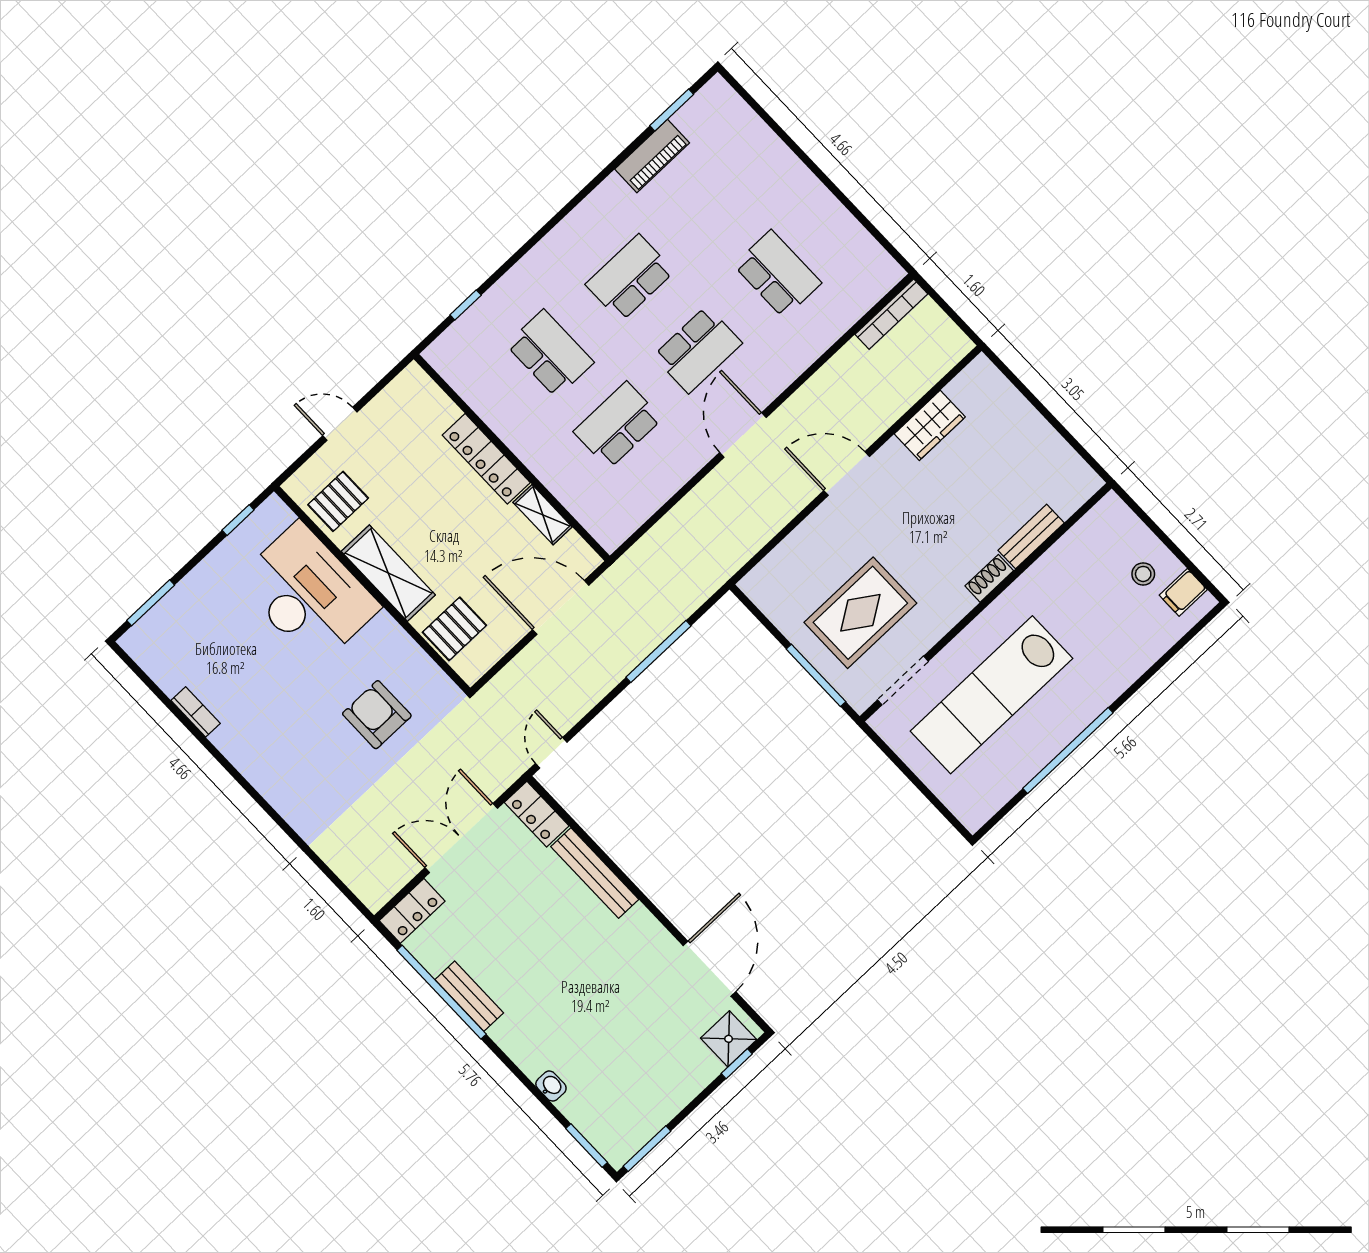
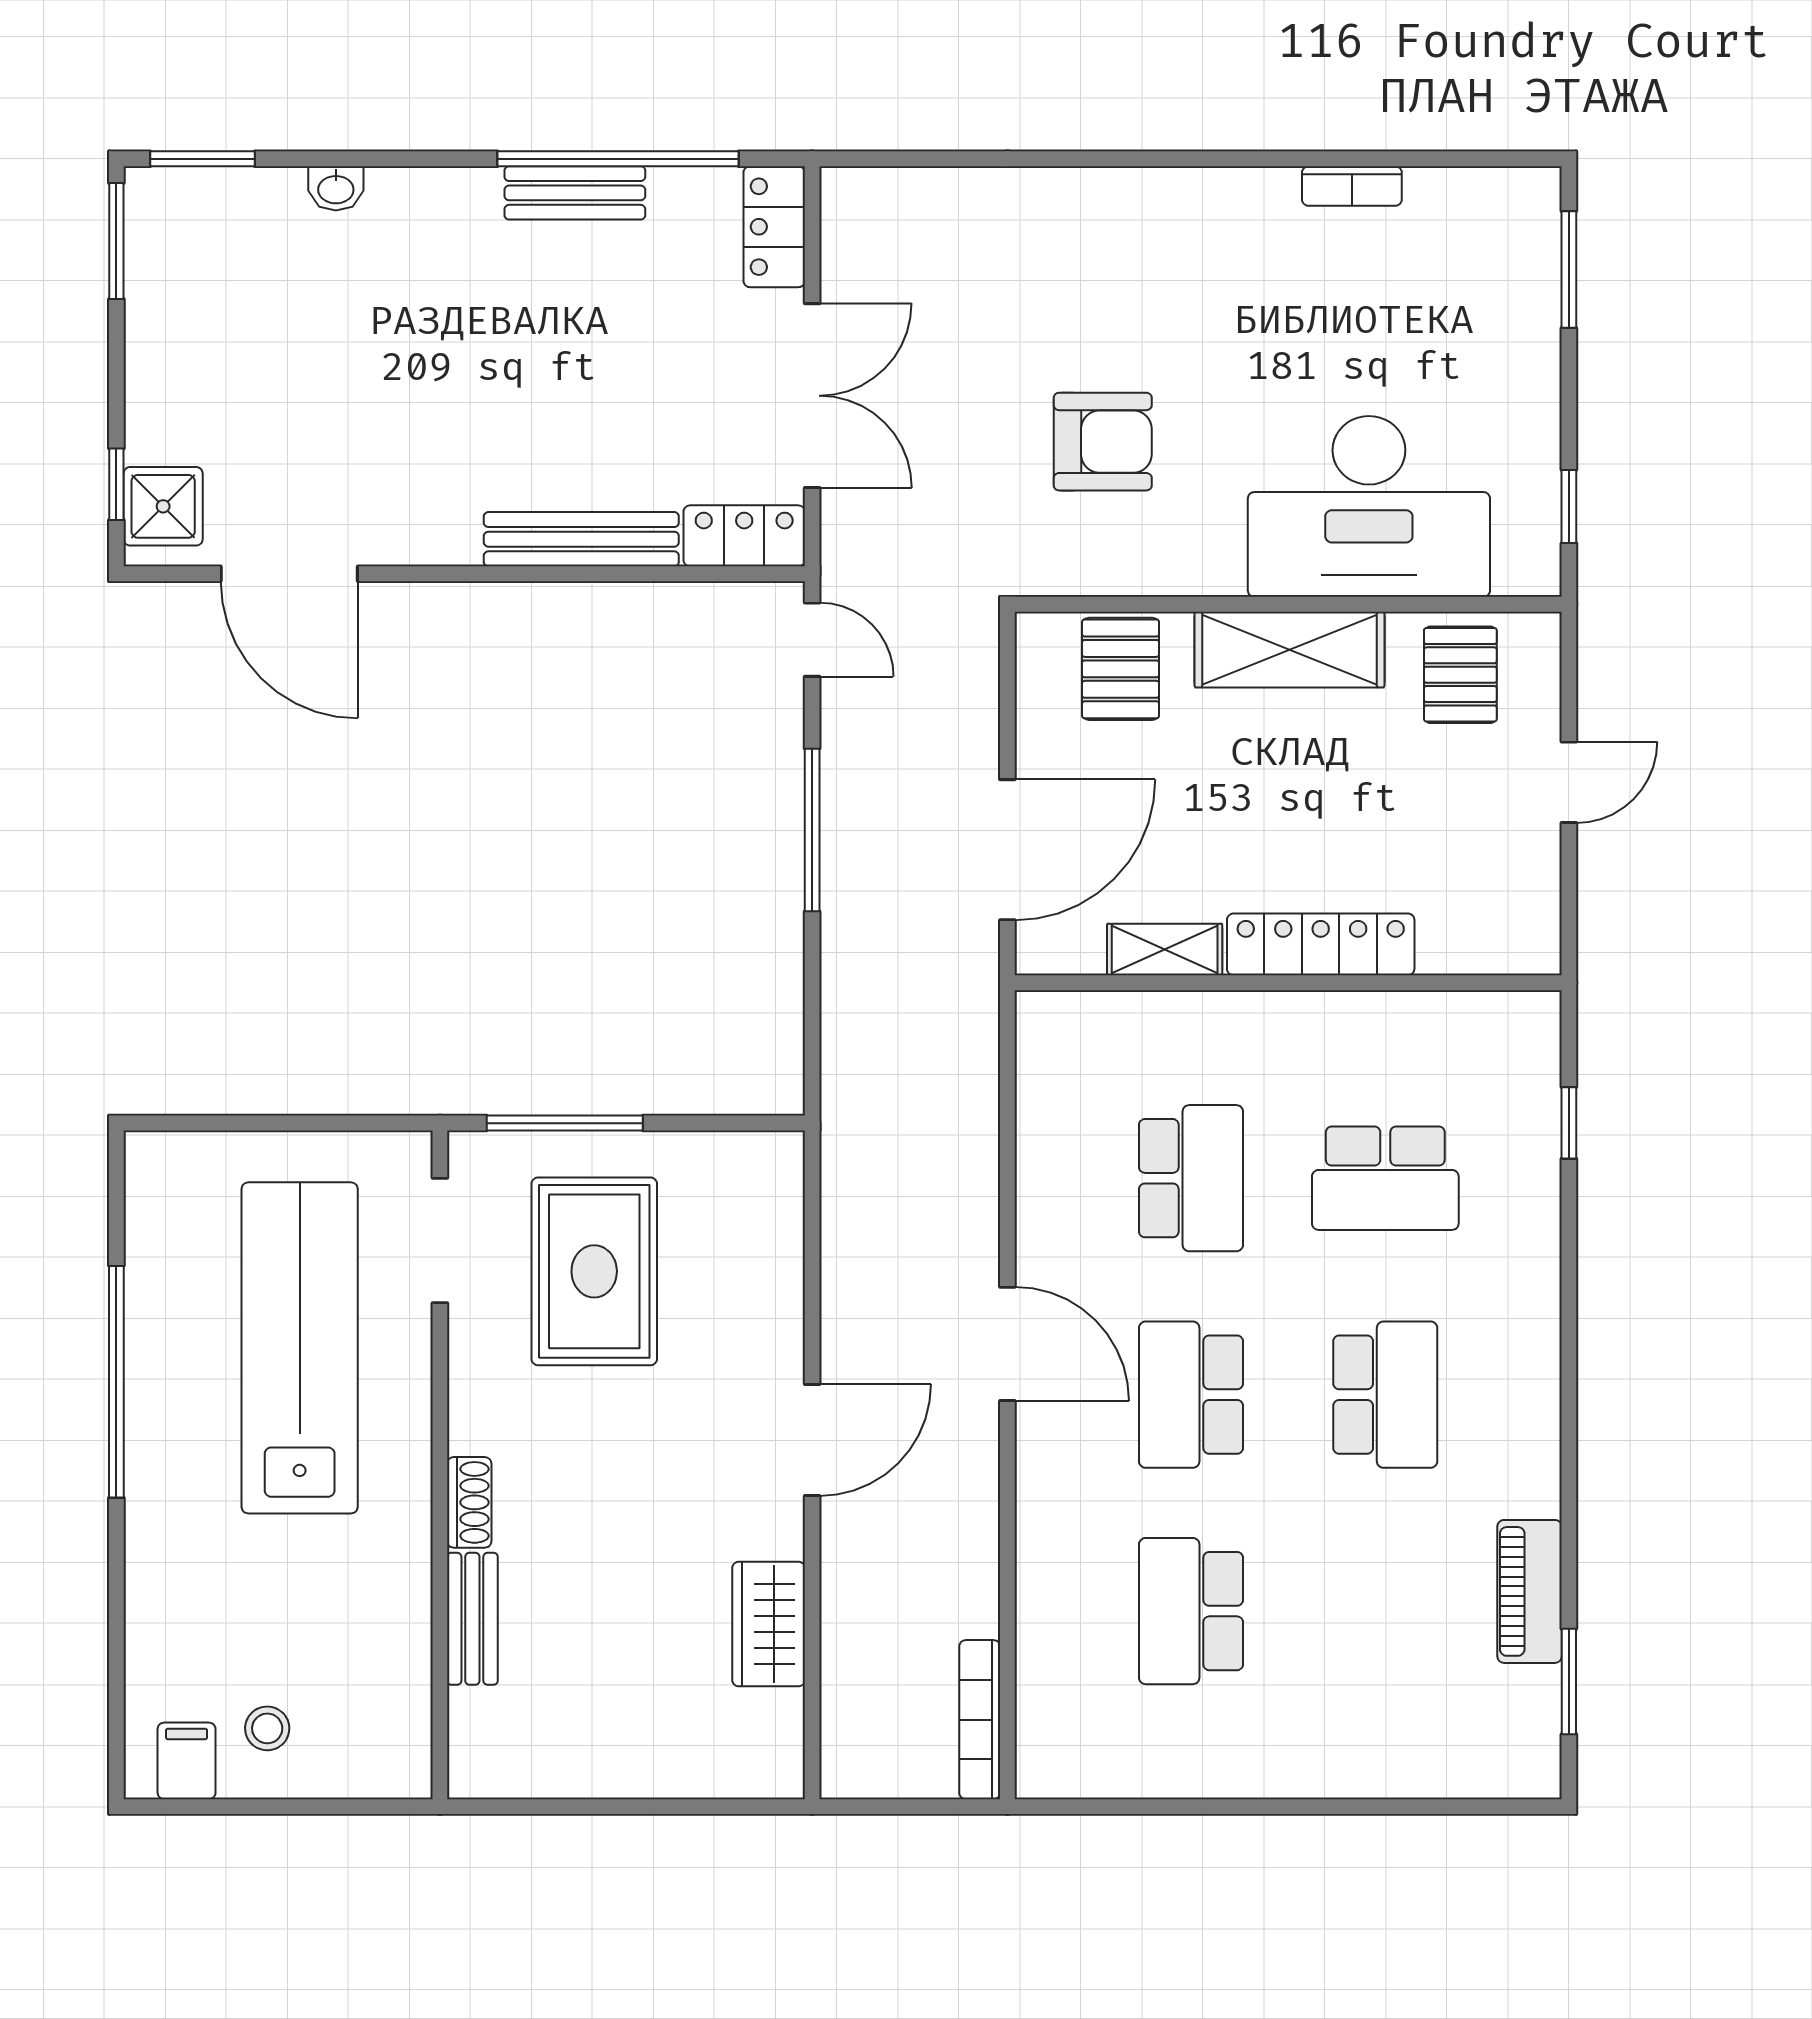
school desk: (778, 274) -> (1191, 1611), turned 90
window: (658, 651) -> (812, 830), moved

